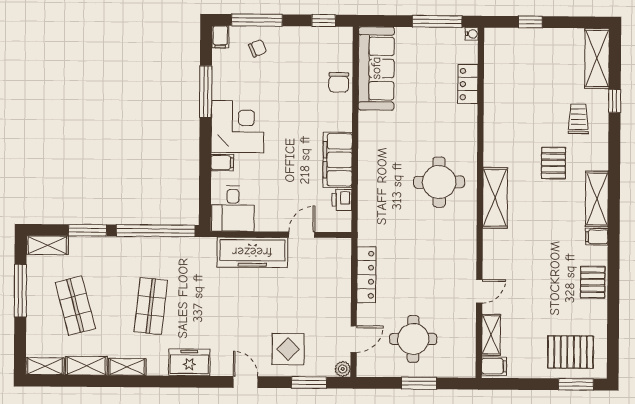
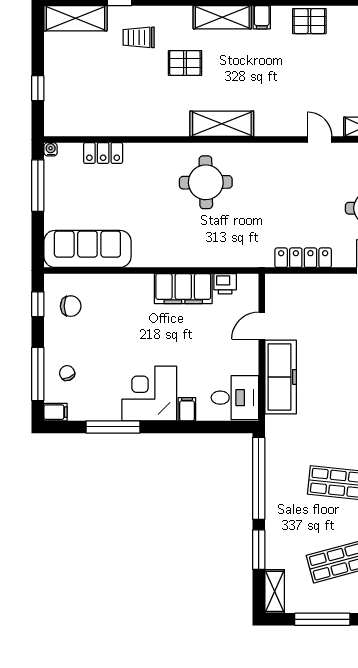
chair: (339, 82) -> (71, 306), moved
door: (302, 235) -> (262, 326), hinge flipped

